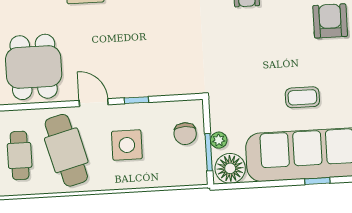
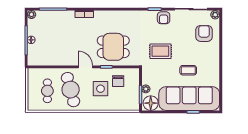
rug: (244, 62) -> (160, 51), added
dining table: (34, 67) -> (113, 47), moved, turned 90
chair: (185, 134) -> (118, 81), moved

